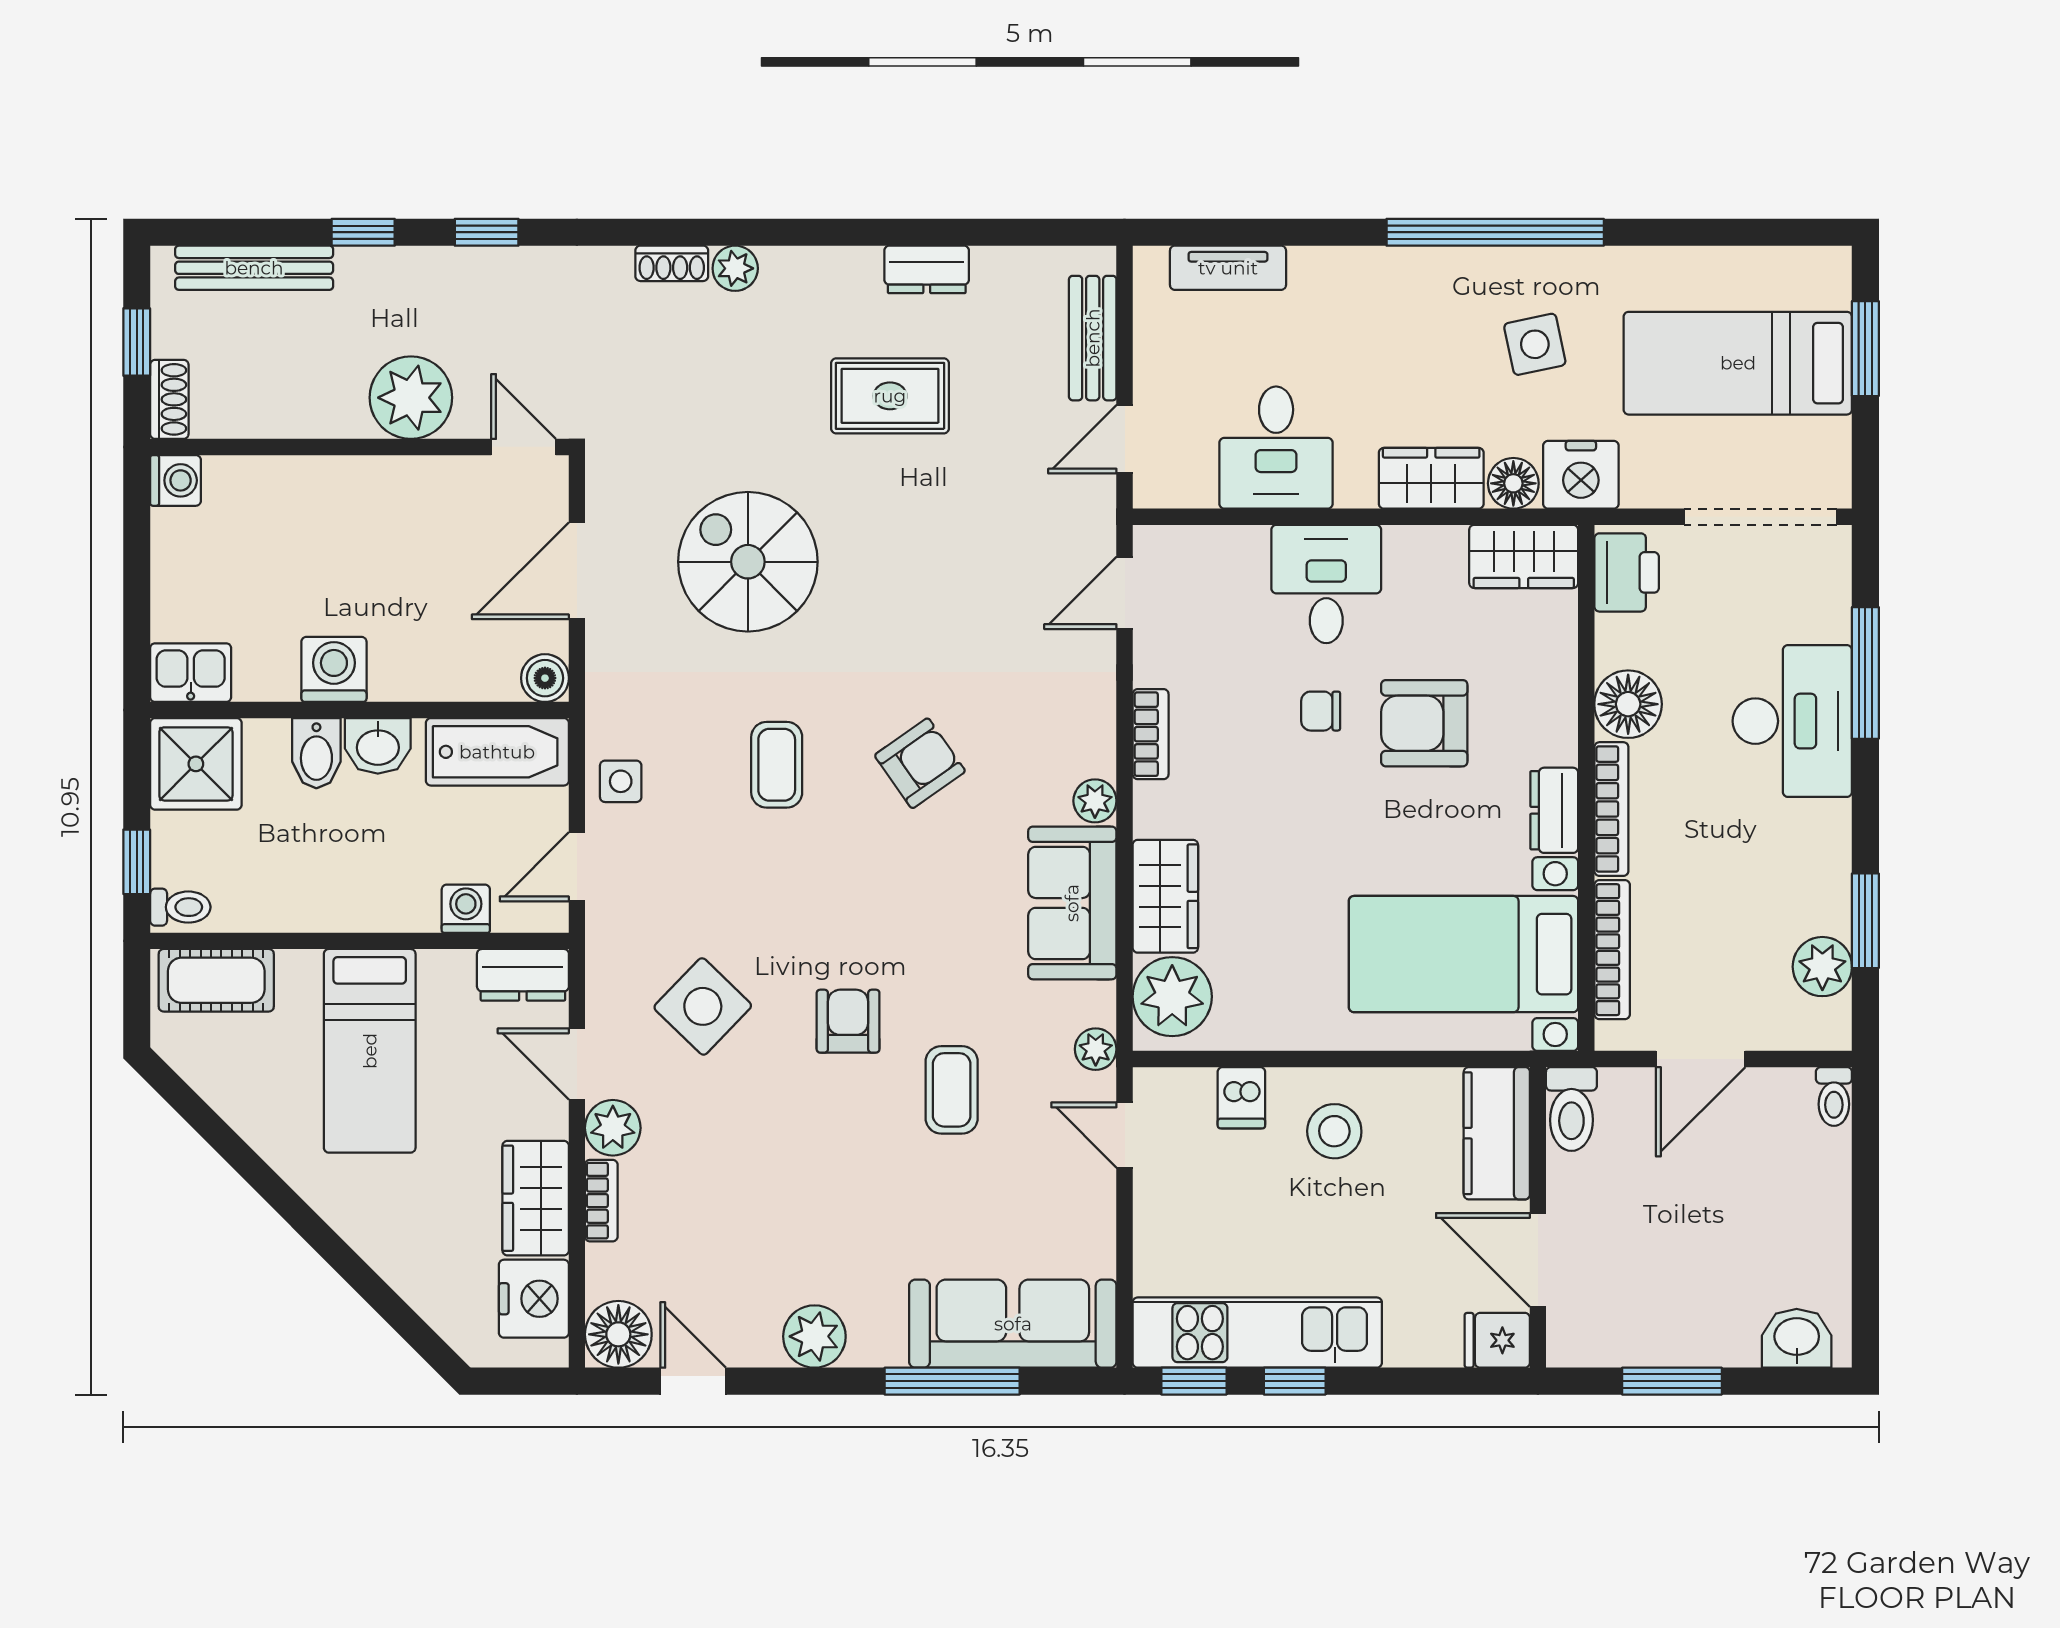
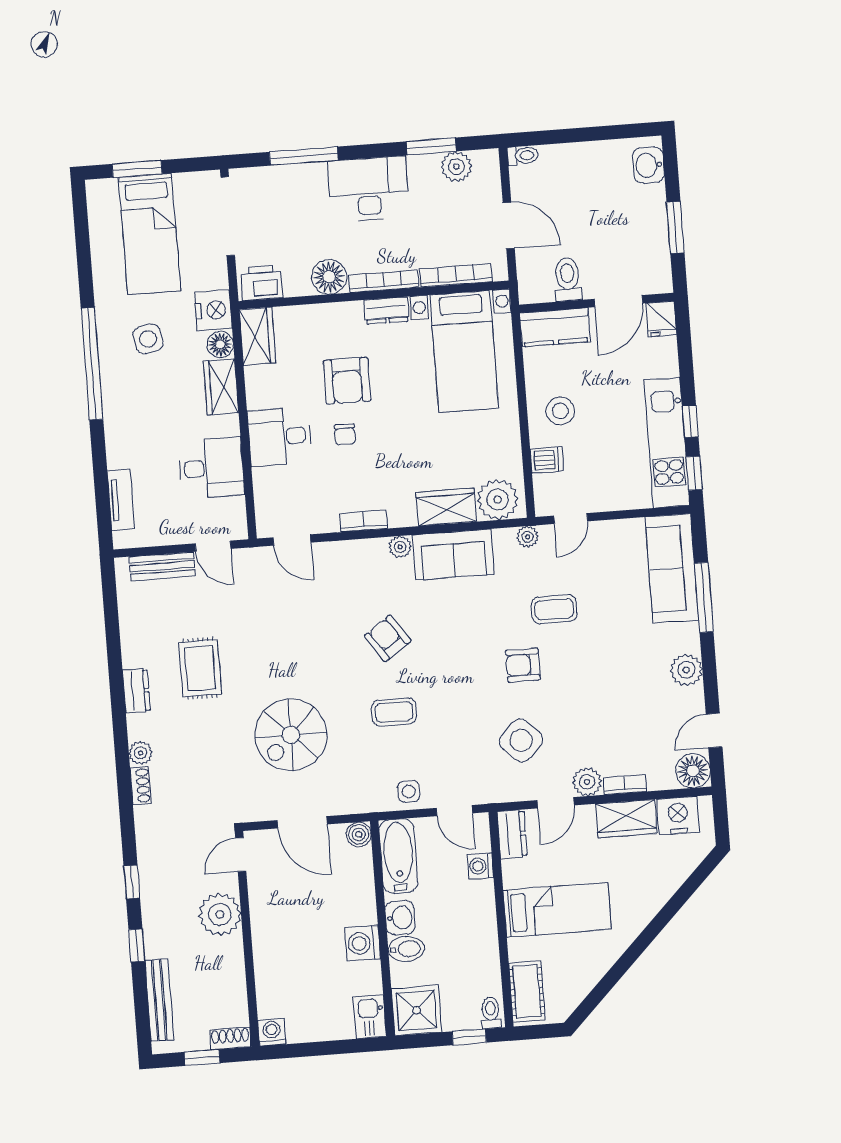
dresser: (927, 269) -> (136, 691), moved
desk: (1792, 721) -> (368, 189), moved
toilet: (1571, 1109) -> (568, 279), moved, turned -90

